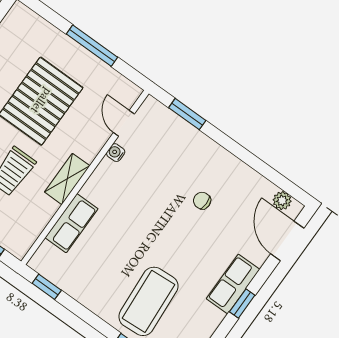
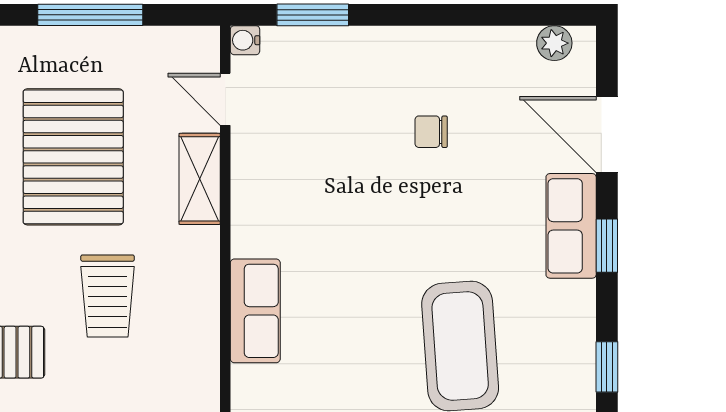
water cooler: (116, 153) -> (245, 40), moved
shelving: (67, 179) -> (200, 179), moved
door: (287, 241) -> (607, 135), moved

